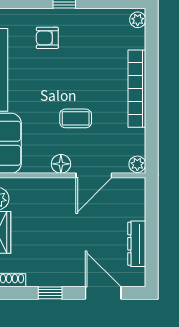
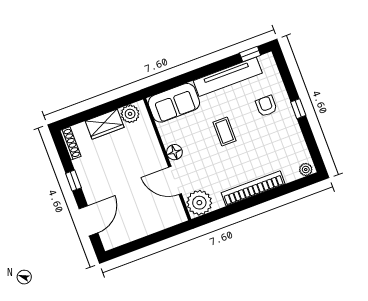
coffee table: (76, 118) -> (225, 132), moved
plant: (137, 164) -> (199, 203), width x1.88, depth x1.88
dresser: (137, 244) -> (135, 232), removed

